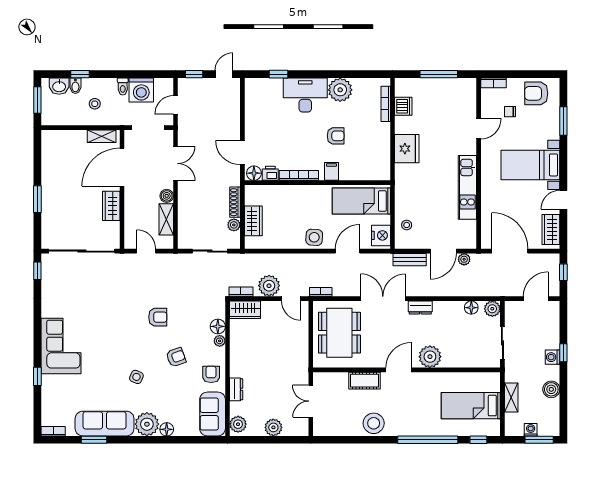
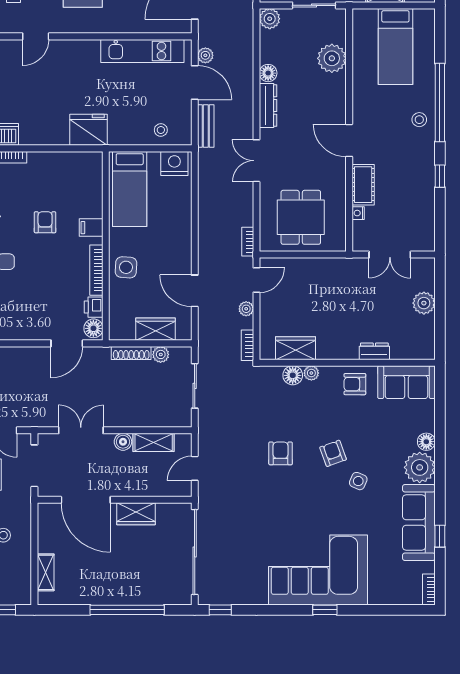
door: (479, 129) -> (36, 36), swing flipped
shelving: (102, 136) -> (46, 572), moved
fridge: (407, 149) -> (89, 130), moved
kitchen unit: (467, 187) -> (142, 51), moved
window: (37, 199) -> (127, 610), width x2.11
side table: (314, 237) -> (126, 267), moved
door: (348, 251) -> (195, 291), moved
plant: (269, 286) -> (246, 309), width x0.53, depth x0.53
double door: (383, 299) -> (256, 161), width x0.73
dresser: (420, 307) -> (268, 105), width x1.44
floor lamp: (471, 308) -> (268, 73), moved
wardrobe: (245, 310) -> (295, 348), moved, turned -90
dining table: (339, 333) -> (301, 217), width x0.73
corner sofa: (61, 346) -> (318, 570), width x1.36, depth x1.36
armchair: (176, 357) -> (333, 453), moved
plant: (430, 357) -> (332, 58), moved
window: (37, 376) -> (325, 610), moved
nightstand: (343, 377) -> (358, 213), added
stool: (374, 423) -> (419, 120), moved, width x0.53, depth x0.53
plant: (238, 424) -> (420, 349), removed
window: (94, 440) -> (440, 536), width x0.67
window: (478, 440) -> (440, 176), moved

